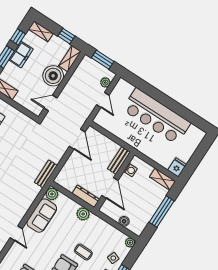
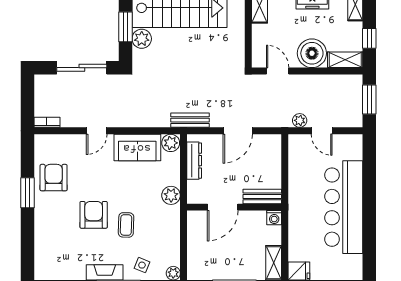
plant: (105, 83) -> (300, 120), moved
door: (103, 100) -> (322, 131), hinge flipped
door: (77, 139) -> (238, 131), moved
washing machine: (130, 170) -> (274, 218), moved
dresser: (86, 196) -> (194, 161), moved
boiler: (124, 221) -> (194, 250), removed

